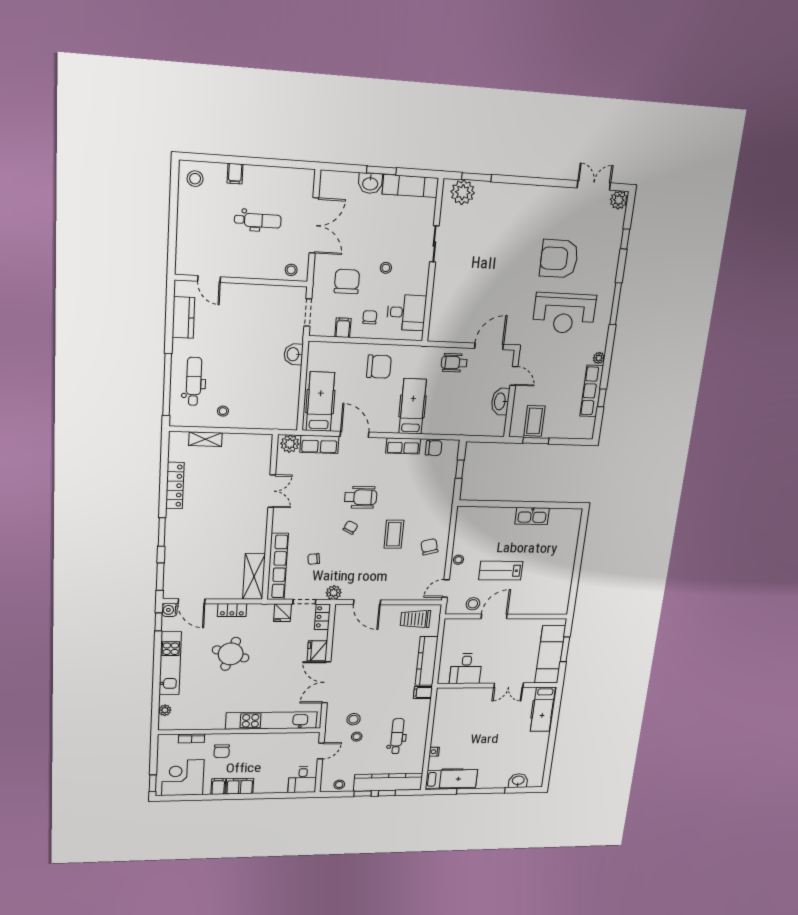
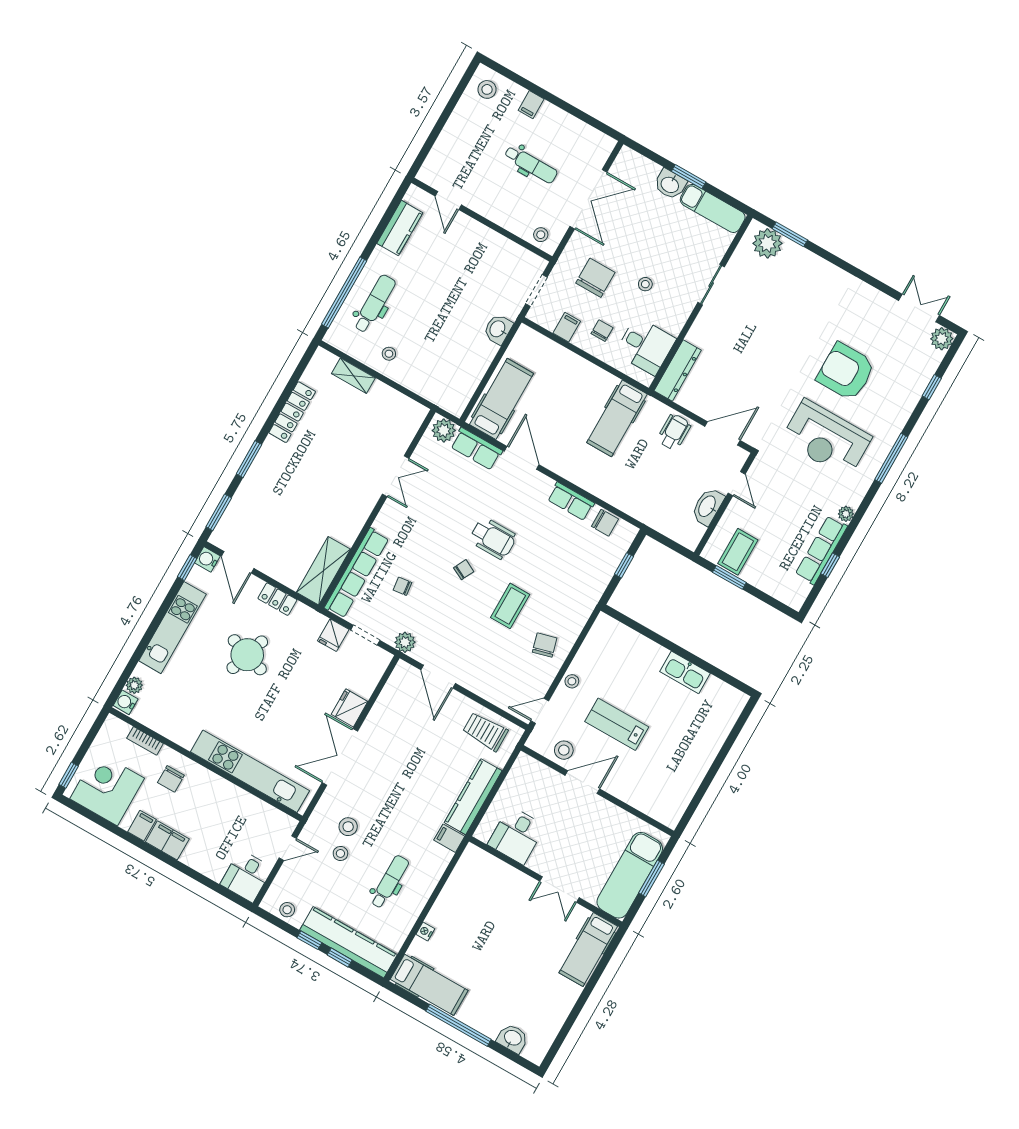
dresser: (438, 318) -> (678, 370), added
wheelchair: (454, 363) -> (674, 432), turned 90
chair: (379, 367) -> (586, 392), removed
hospital bed: (413, 406) -> (617, 418), moved, turned 180
locker: (323, 617) -> (377, 667), removed
water cooler: (165, 723) -> (126, 702), added

